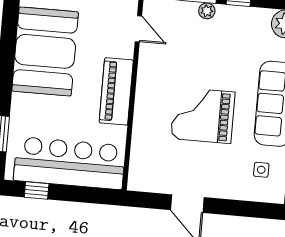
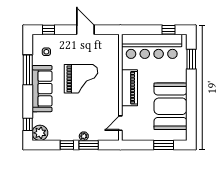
door: (138, 29) -> (120, 123), hinge flipped
window: (254, 209) -> (48, 30), added

